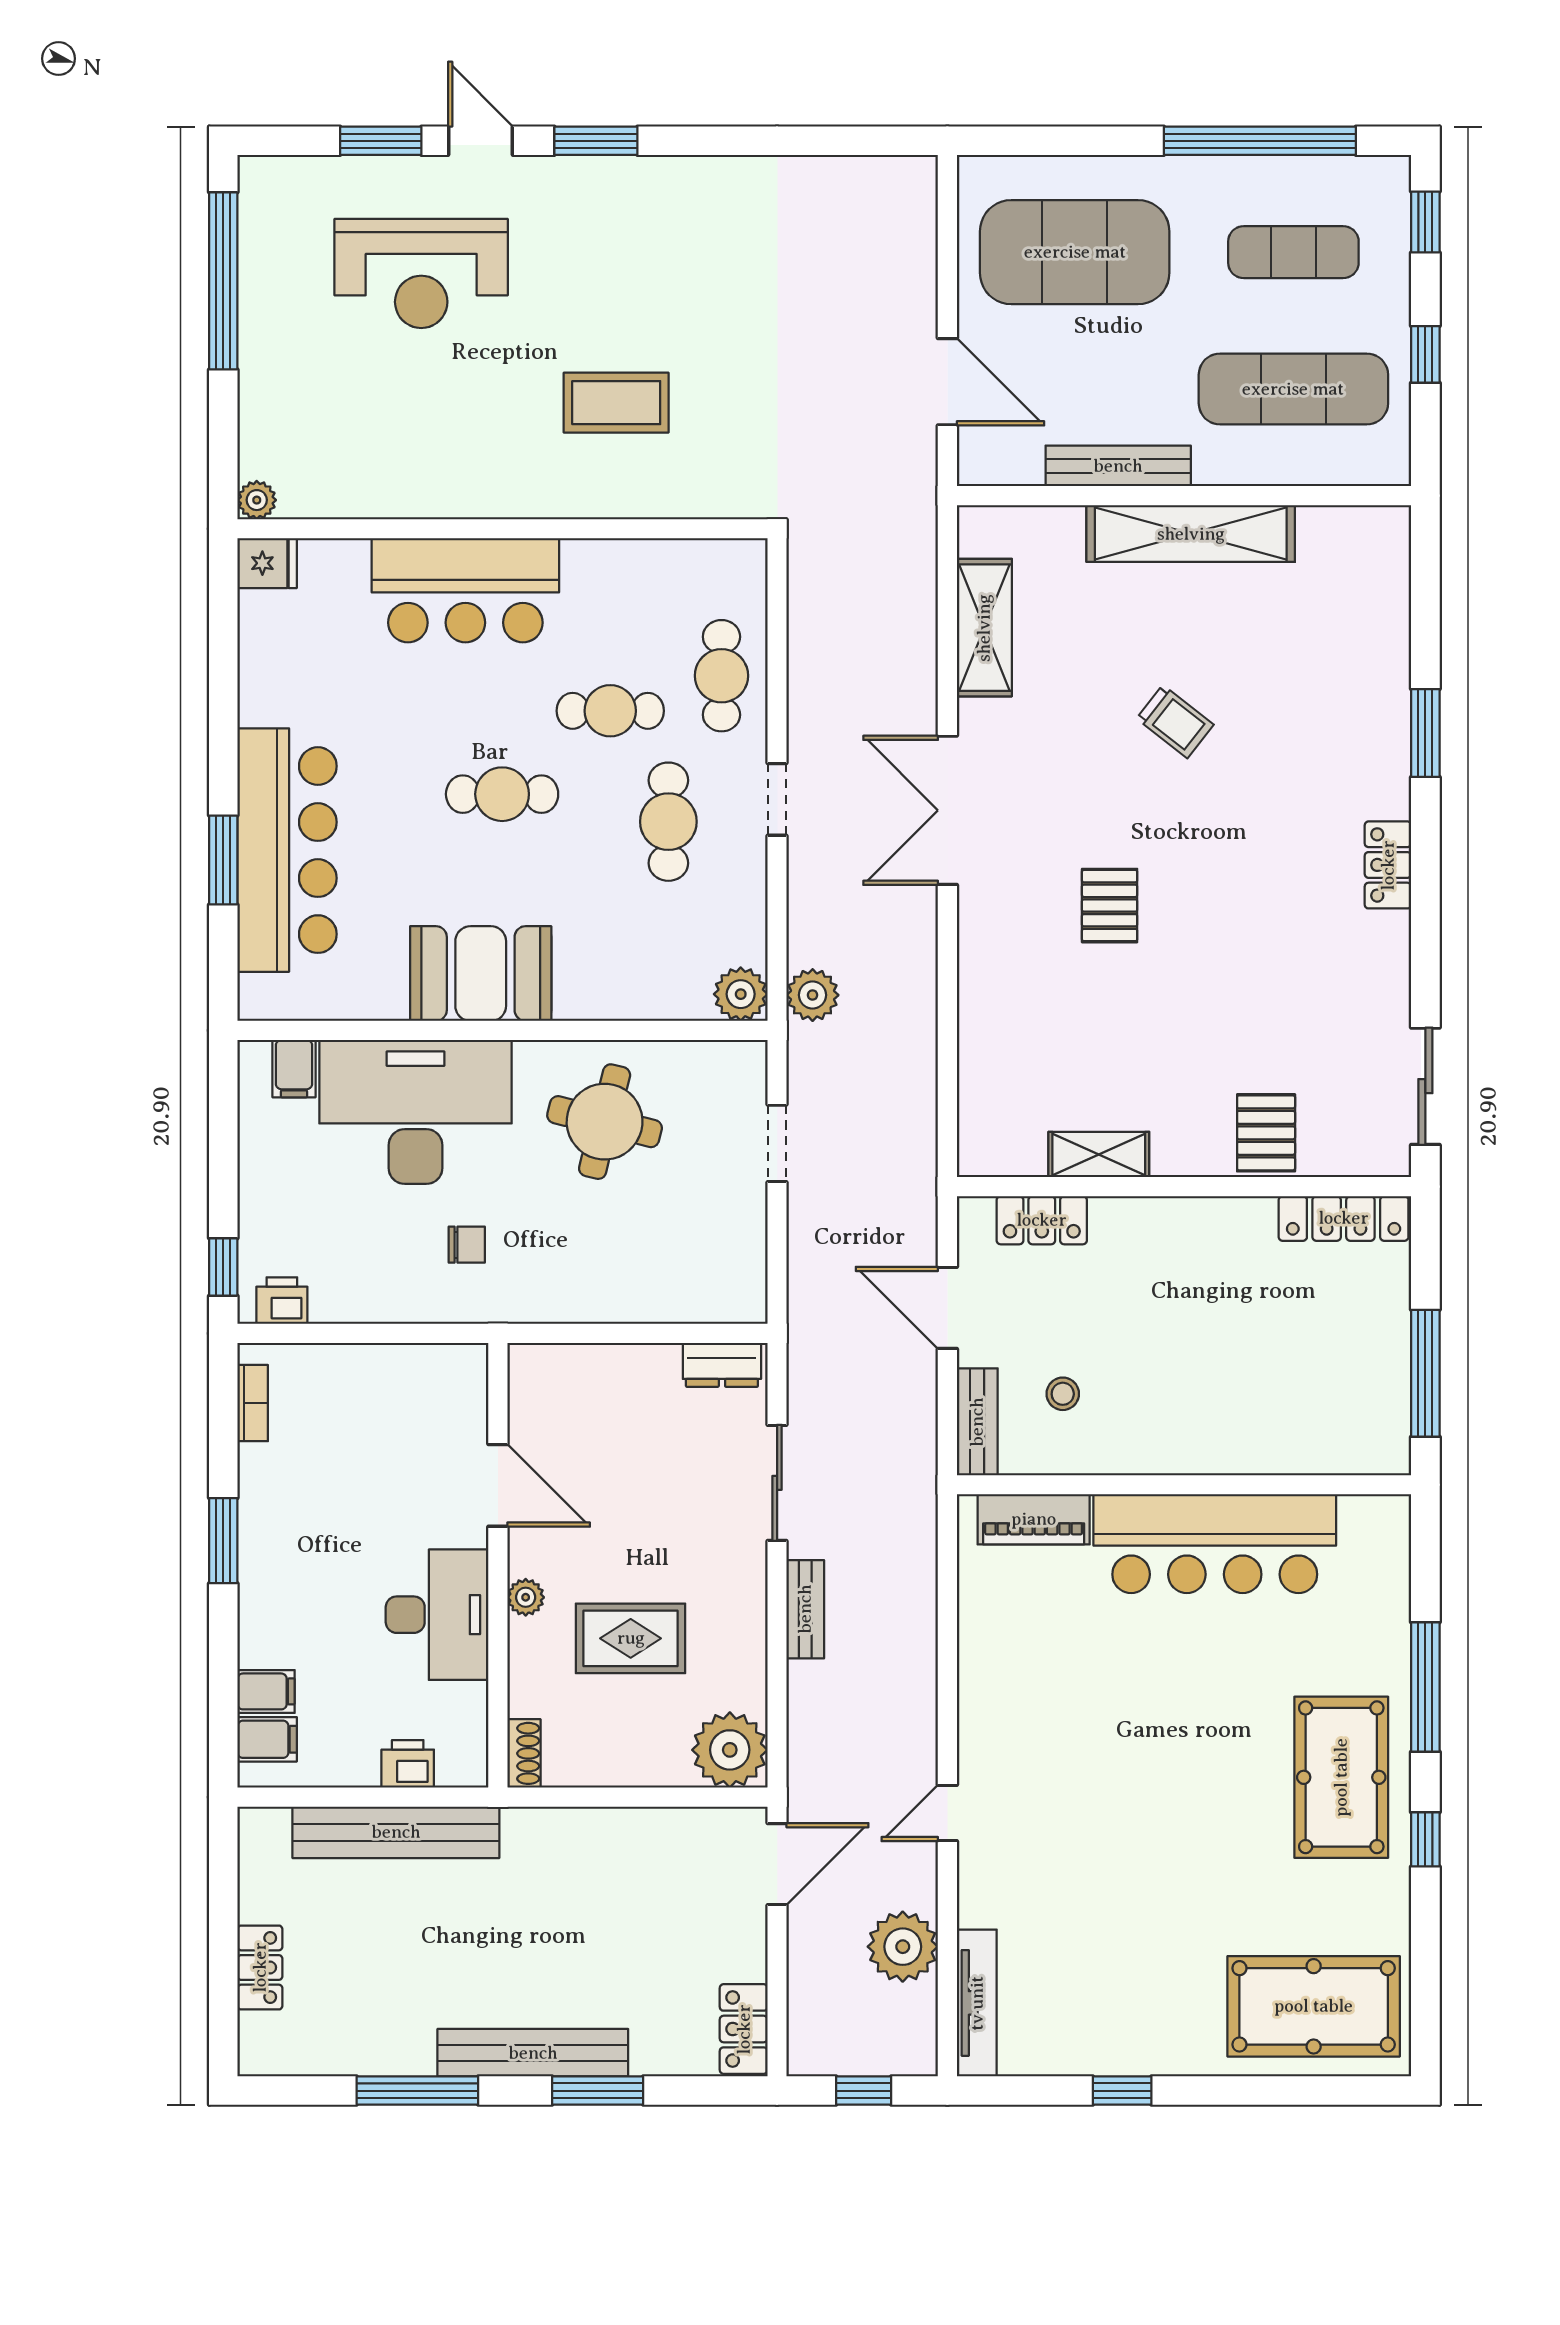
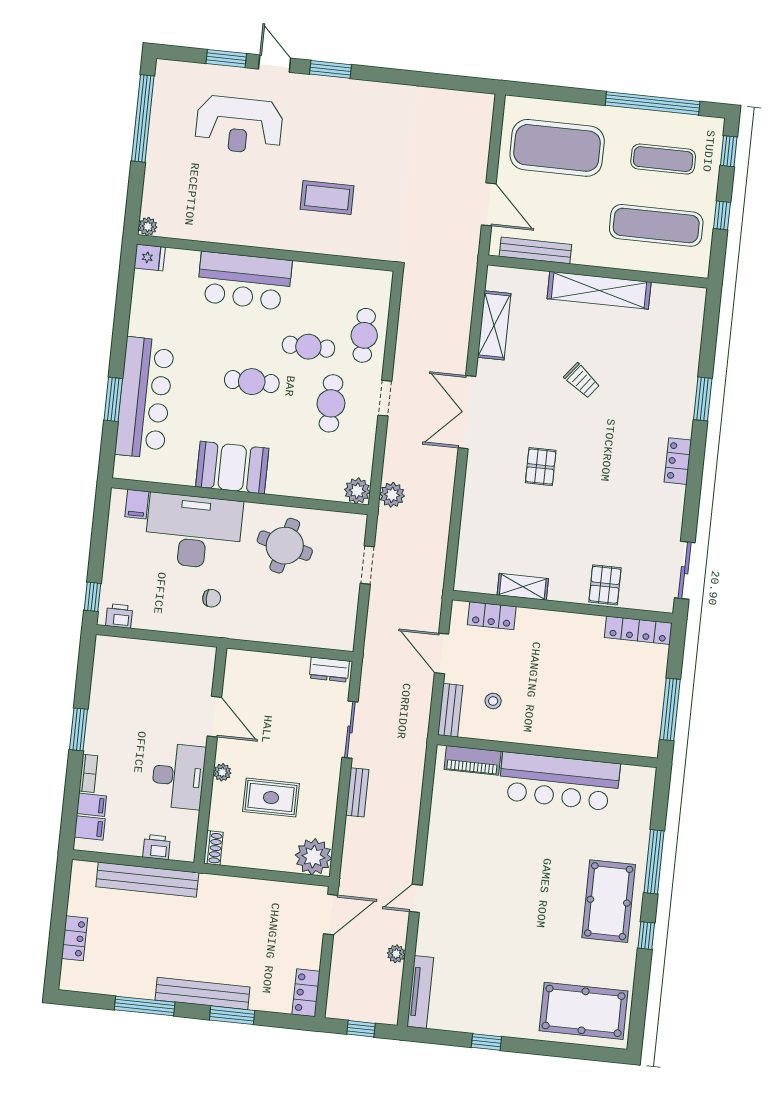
bench: (1118, 466) -> (535, 250), moved
bookcase: (253, 1403) -> (88, 773), moved
plant: (903, 1947) -> (396, 954), width x0.53, depth x0.53

